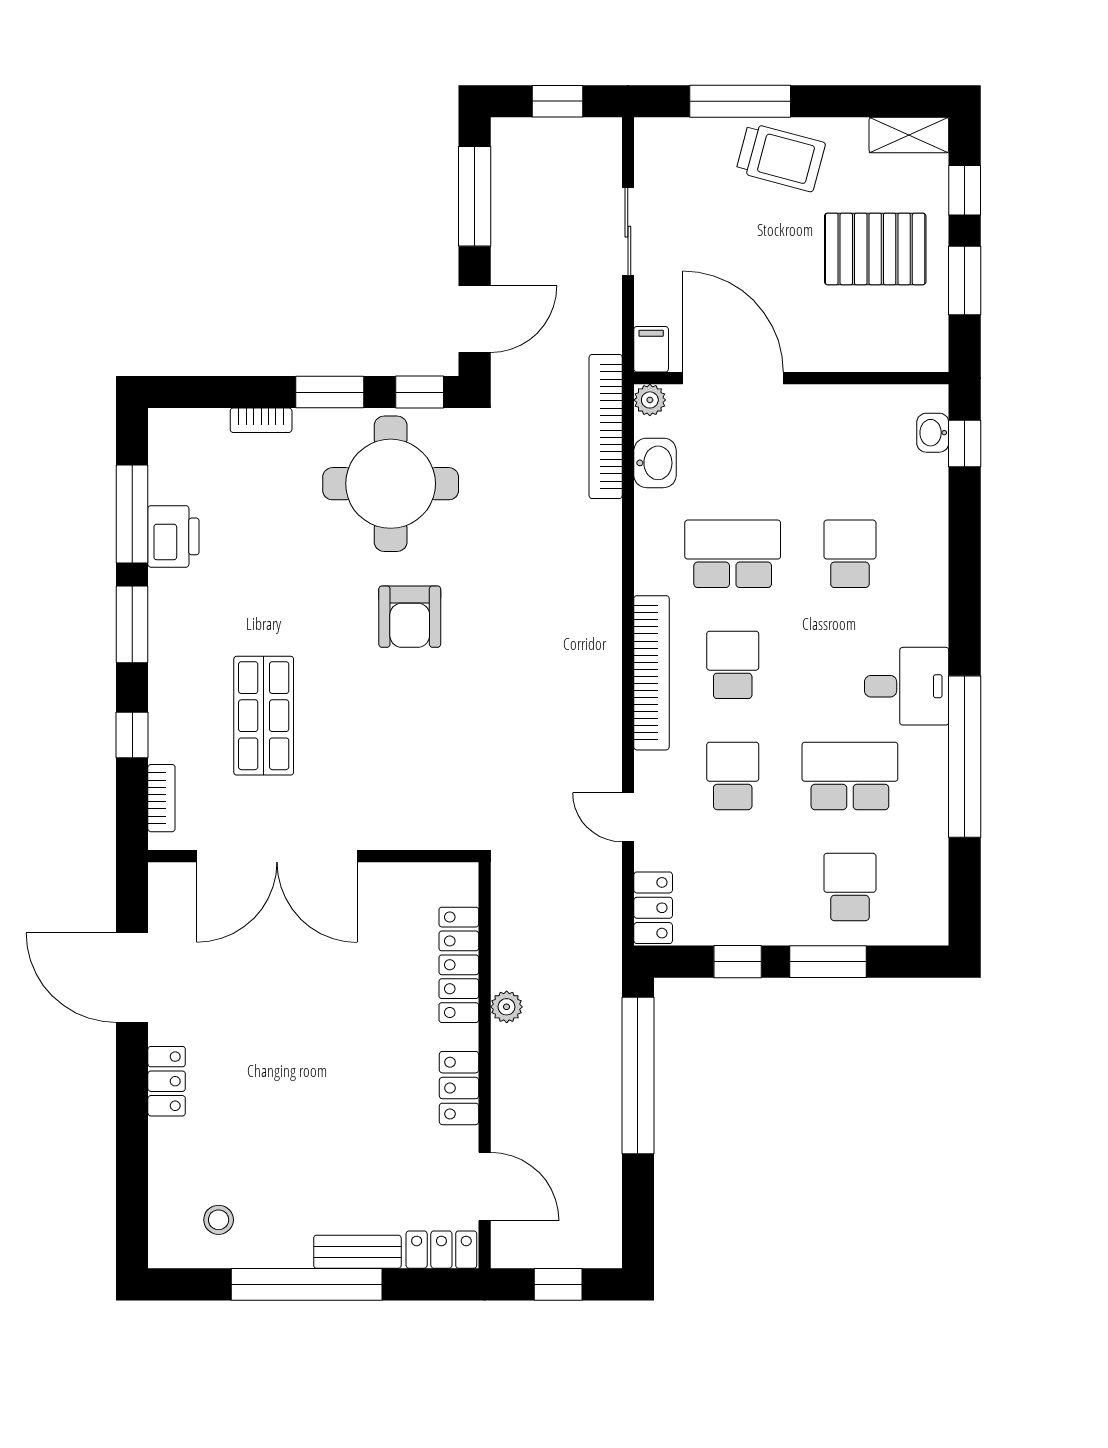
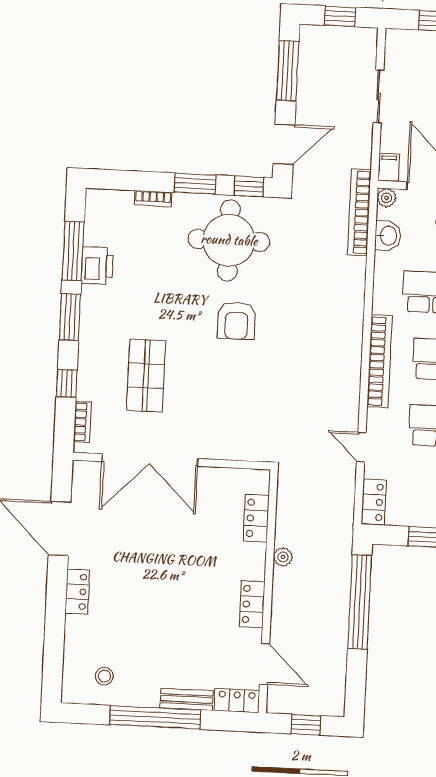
locker: (459, 965) -> (256, 518), width x0.66

